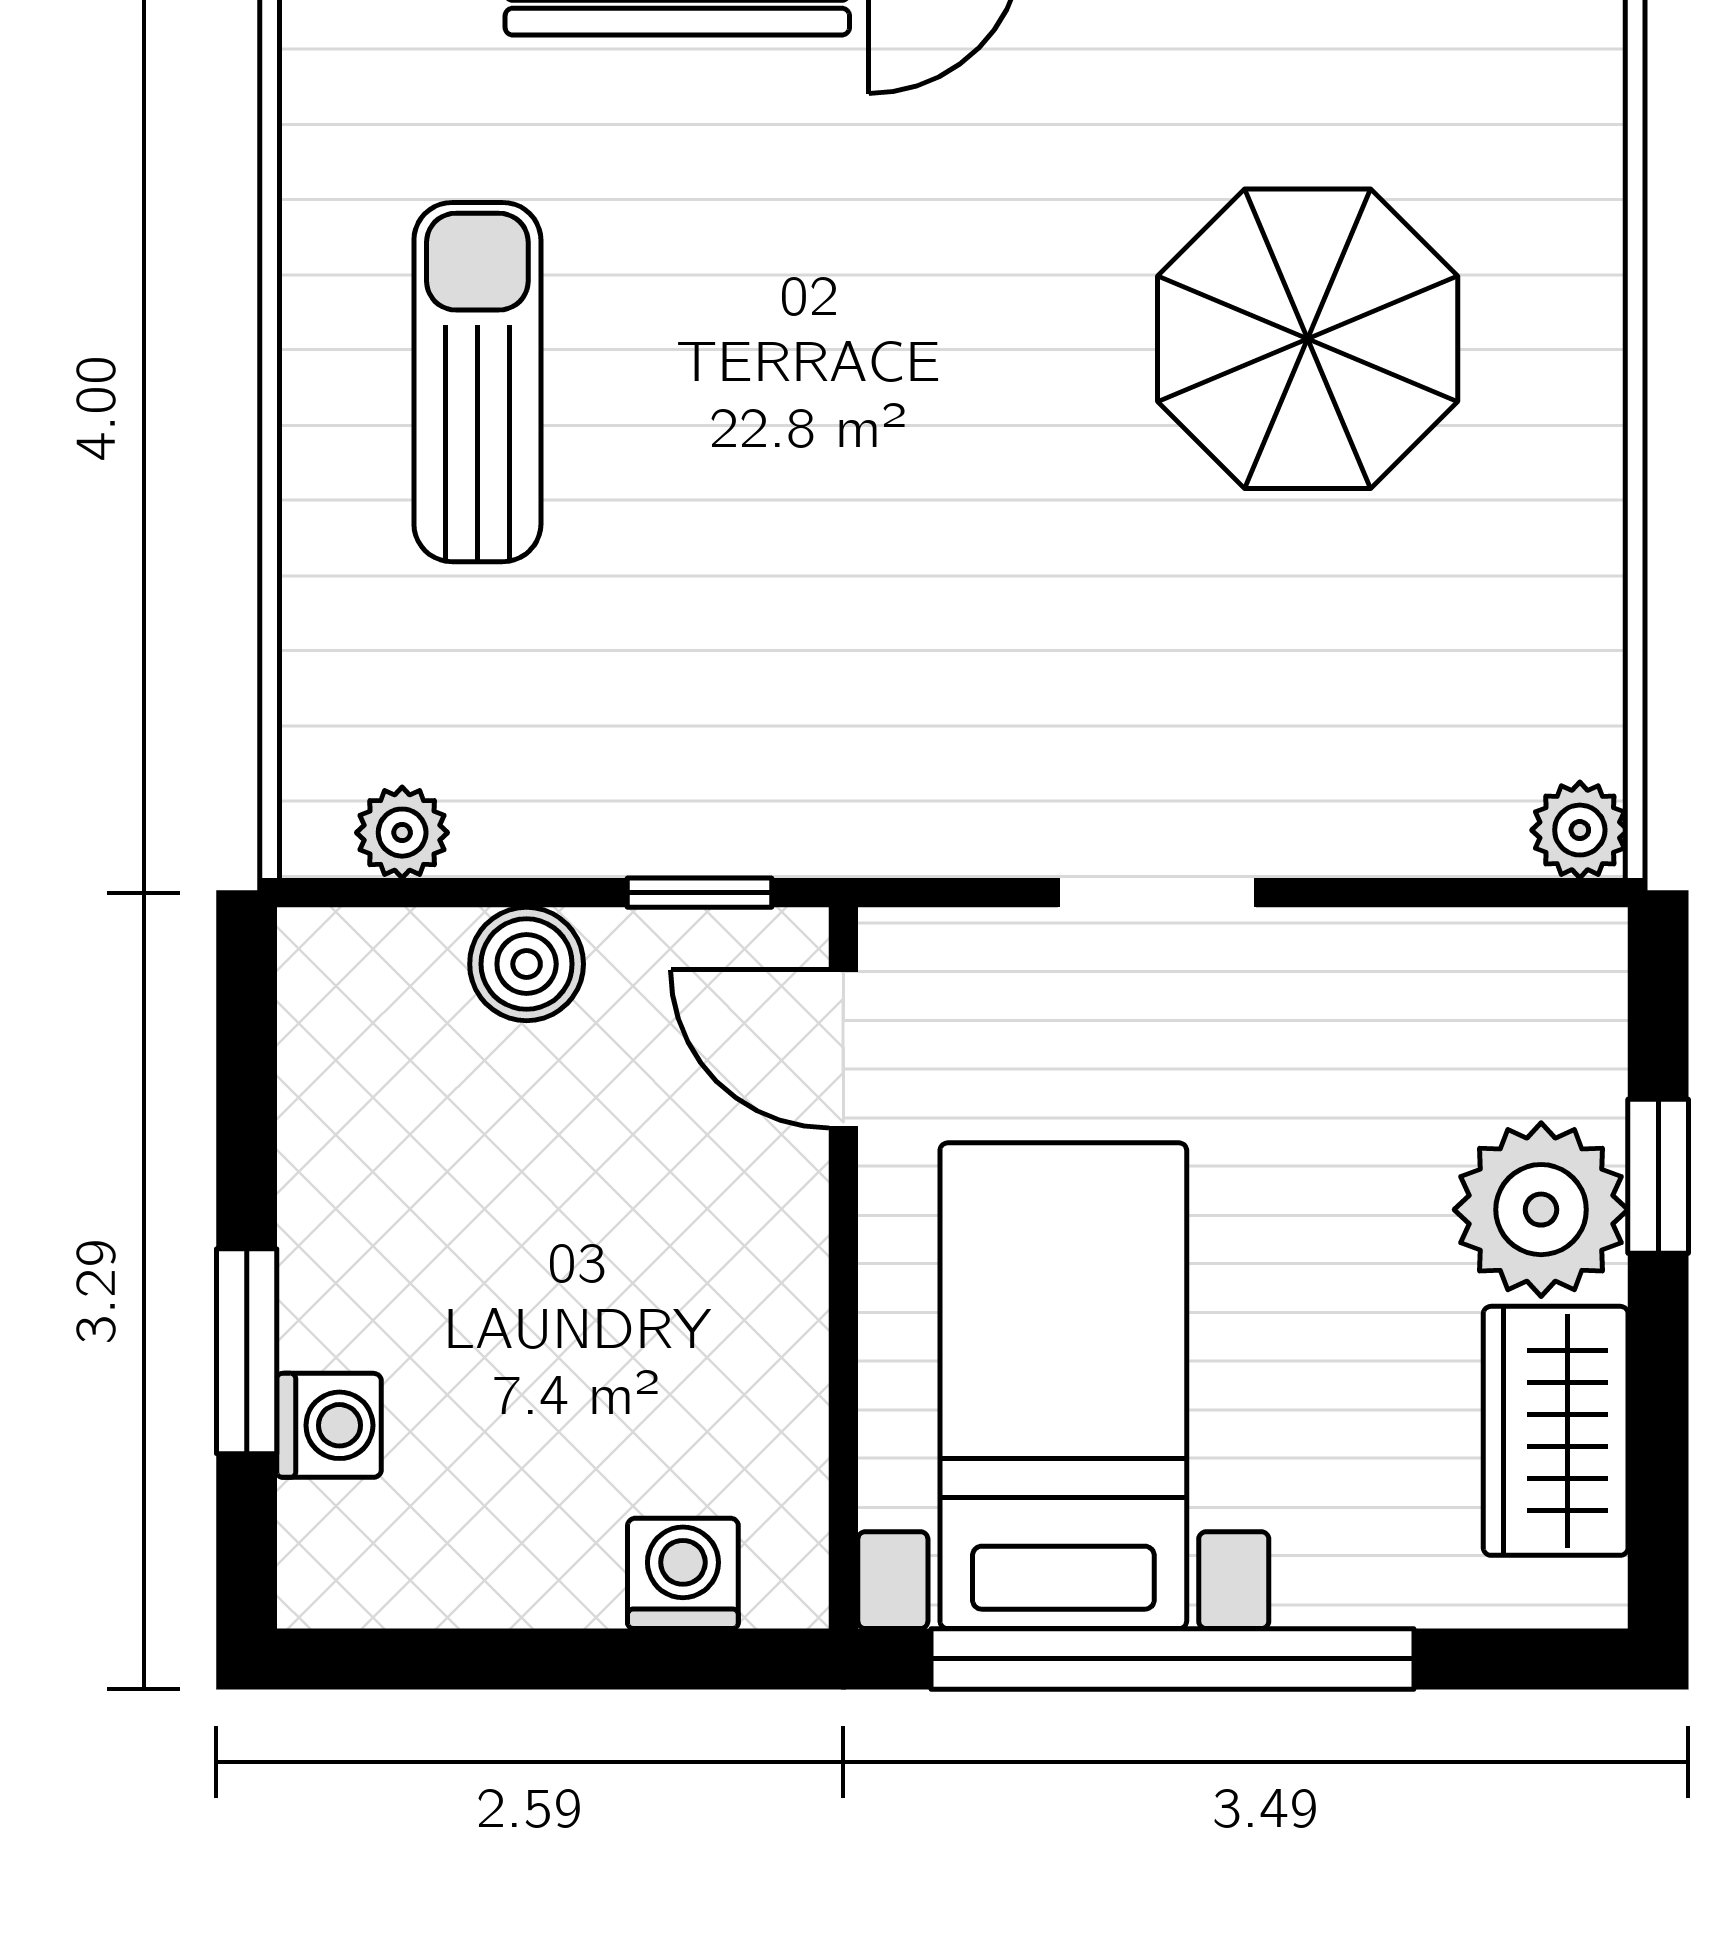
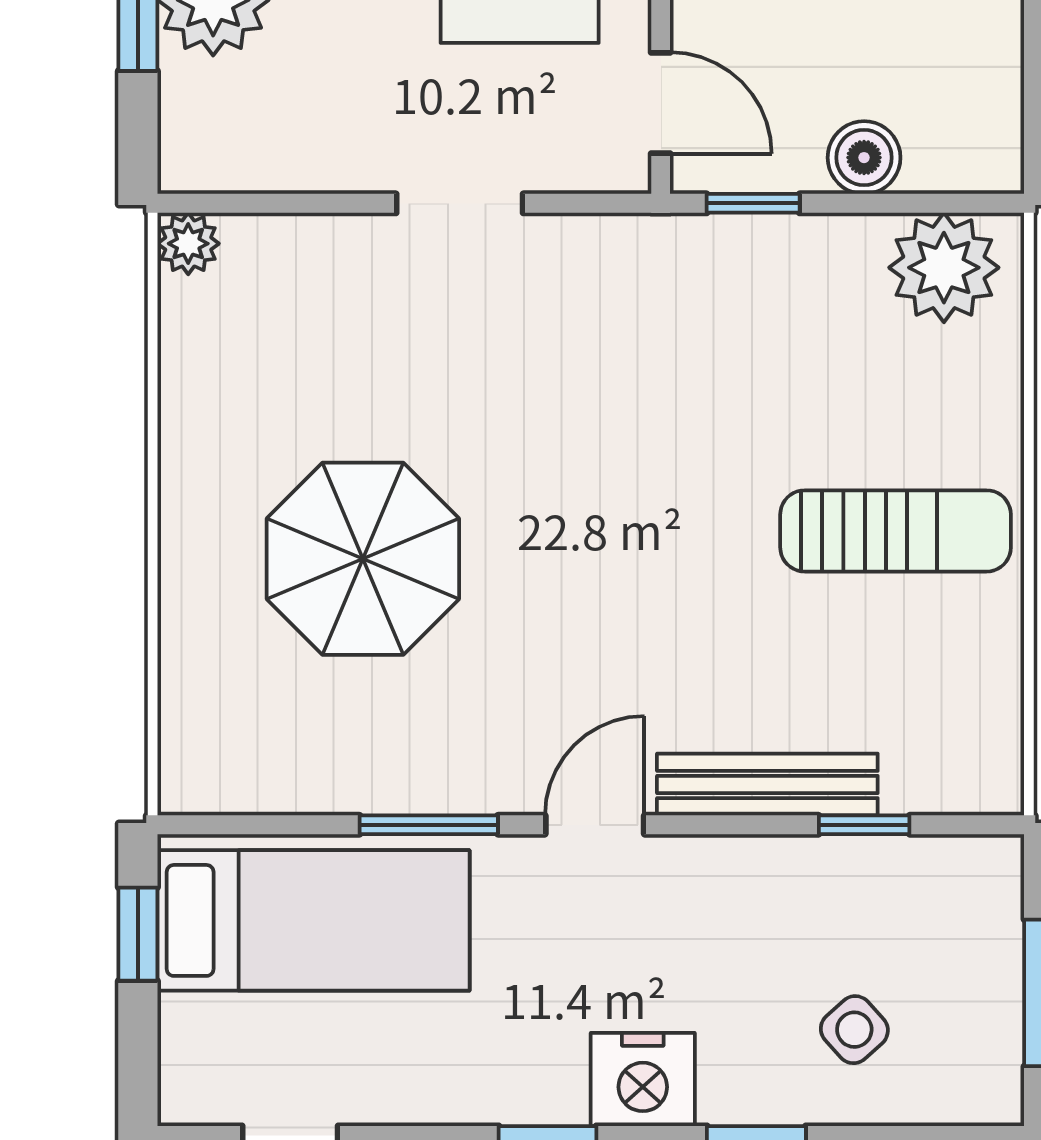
sun lounger: (477, 382) -> (896, 531), turned -90
plant: (402, 833) -> (944, 268), width x1.88, depth x1.88

